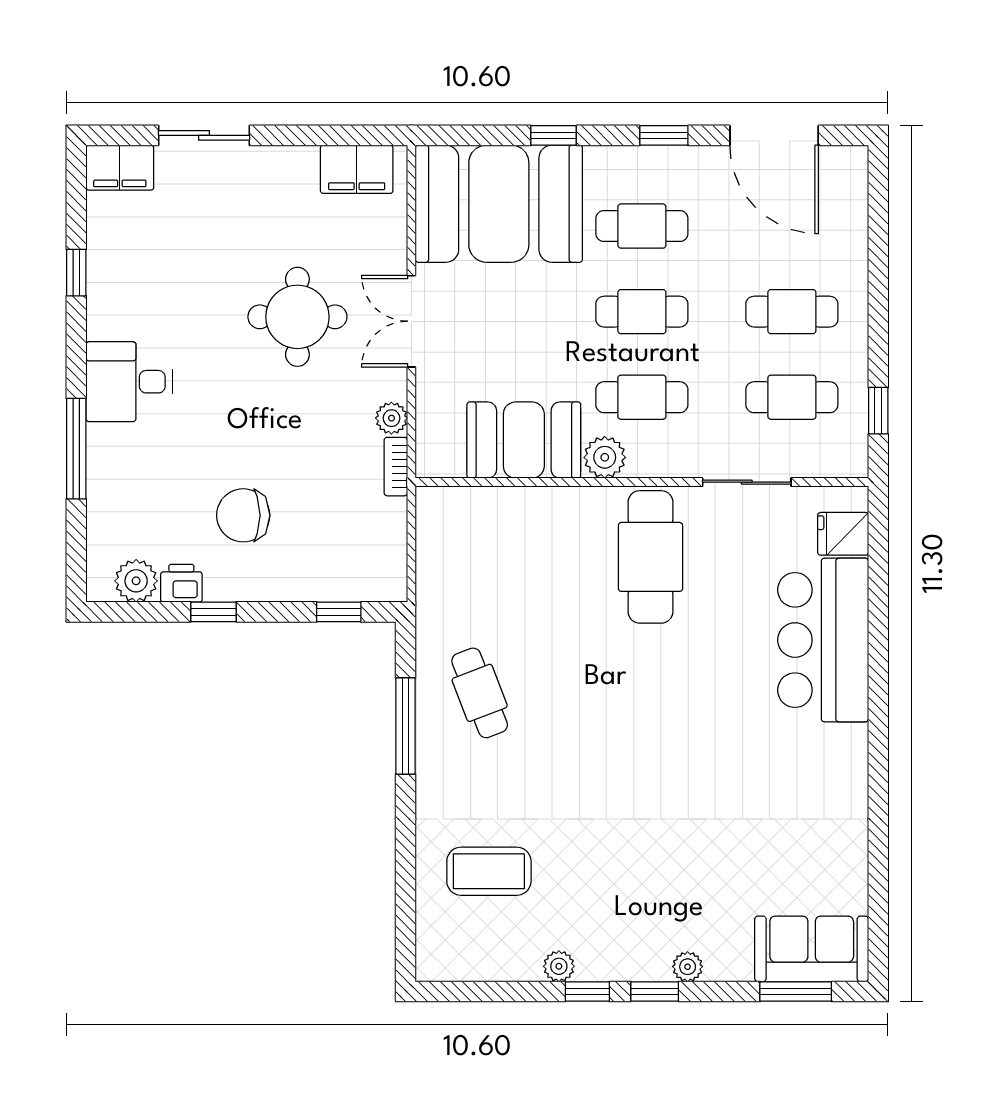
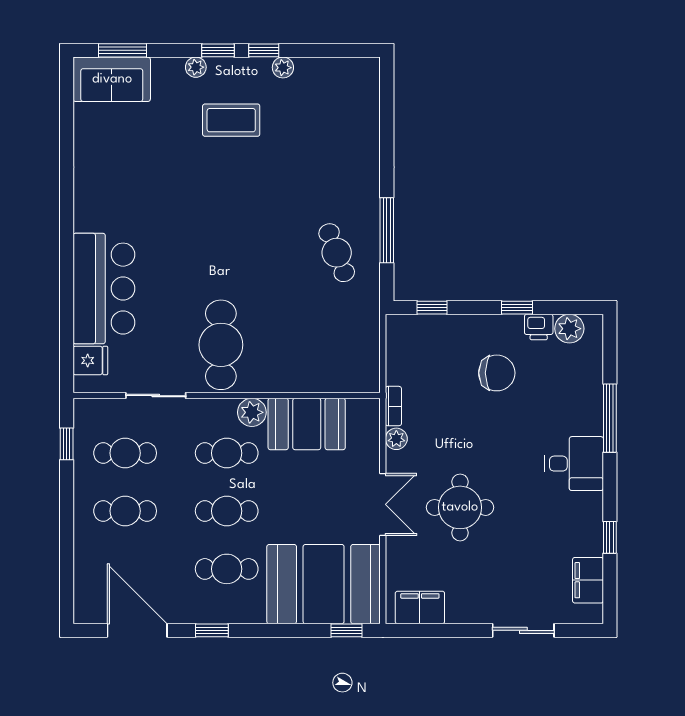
window: (554, 135) -> (346, 630), moved
filing cabinet: (120, 168) -> (588, 580), moved, turned -90
coffee table: (489, 871) -> (231, 120), moved

